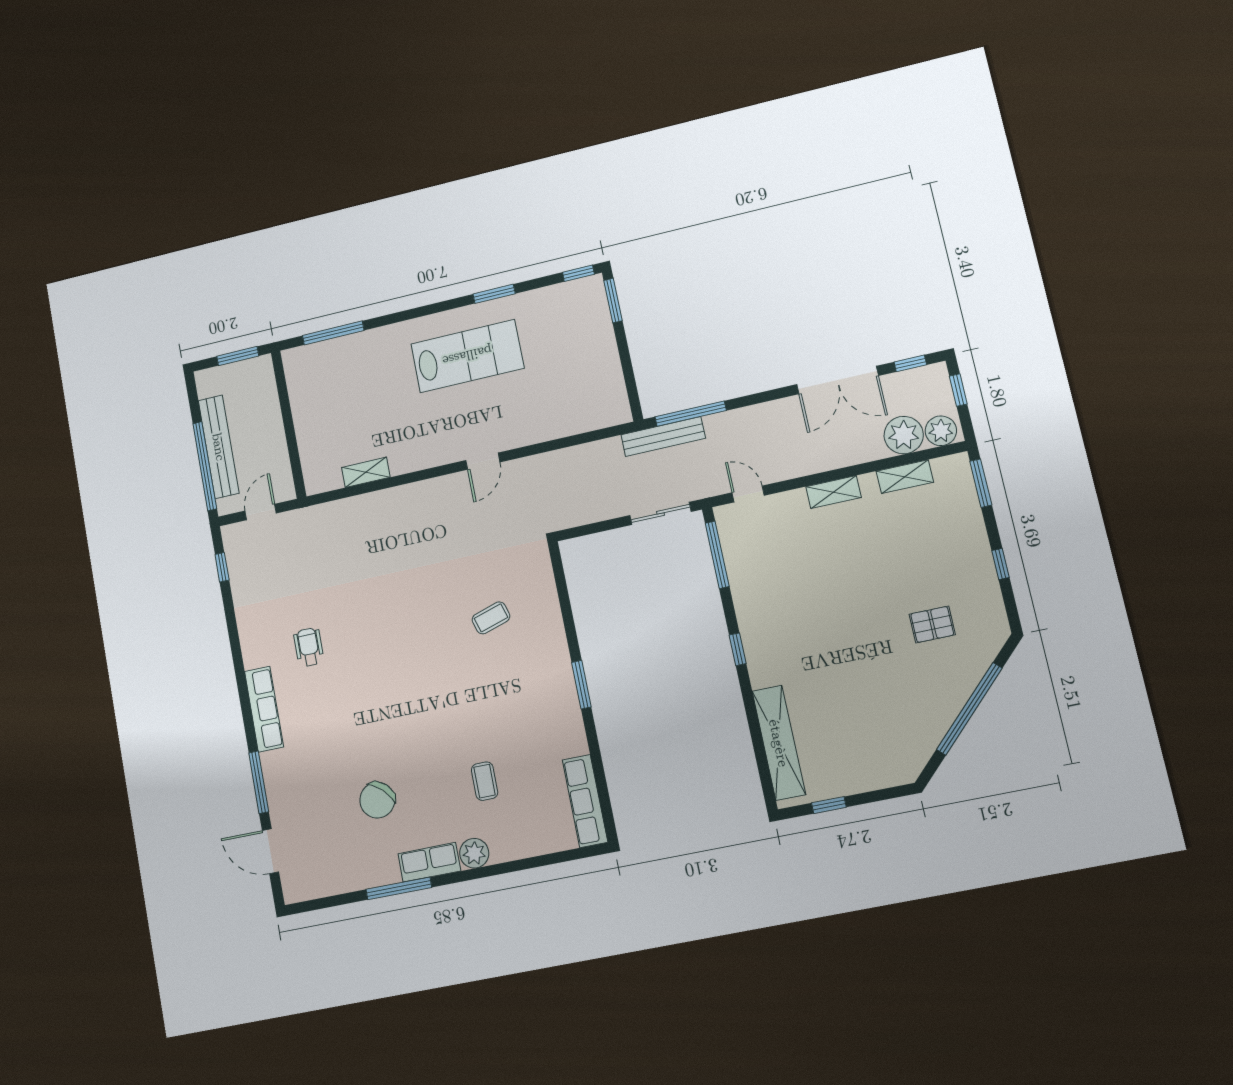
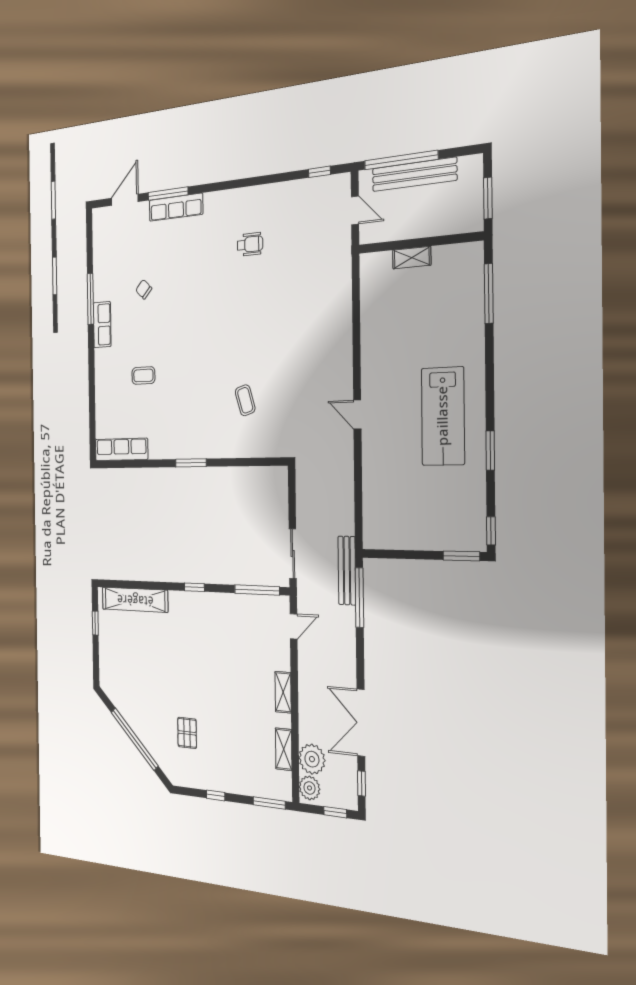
shelving: (366, 472) -> (412, 258), moved, turned 90
row of seats: (264, 709) -> (176, 207), moved
chair: (377, 800) -> (144, 289), width x0.54, depth x0.54
plant: (474, 853) -> (103, 360), removed

